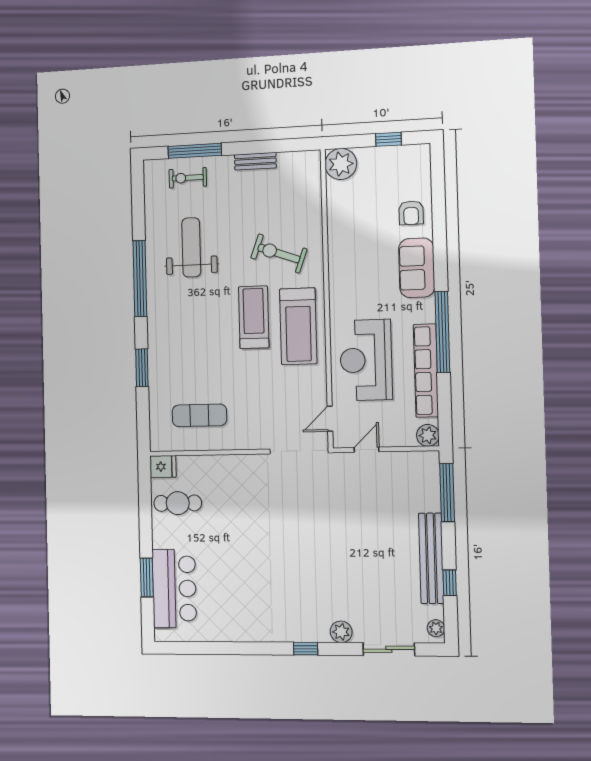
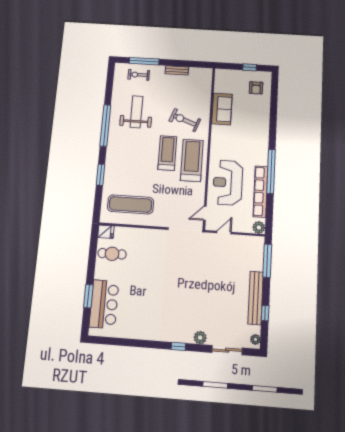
plant: (341, 164) -> (223, 77), removed
armchair: (411, 213) -> (256, 88), moved
sofa: (417, 268) -> (222, 109), moved, turned 180
treadmill: (298, 326) -> (192, 160), turned 180
exercise mat: (199, 415) -> (131, 204), width x1.36, depth x1.45

